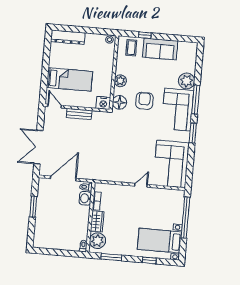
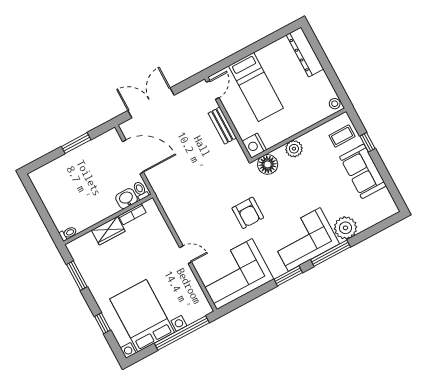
armchair: (144, 101) -> (248, 213), moved, turned 90
plant: (97, 241) -> (86, 246), removed
bed with nightstands: (159, 241) -> (142, 316), width x1.36

